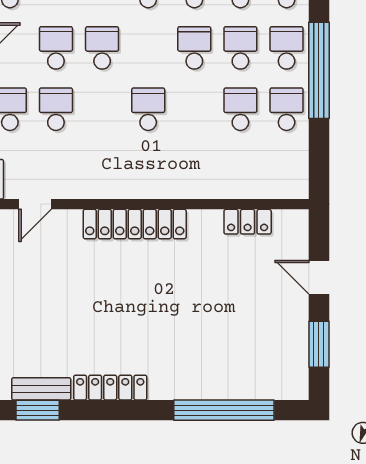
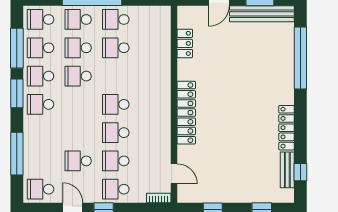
school desk: (102, 48) -> (116, 133), moved
bench: (296, 348) -> (262, 14), added
window: (38, 410) -> (300, 172), width x0.67

